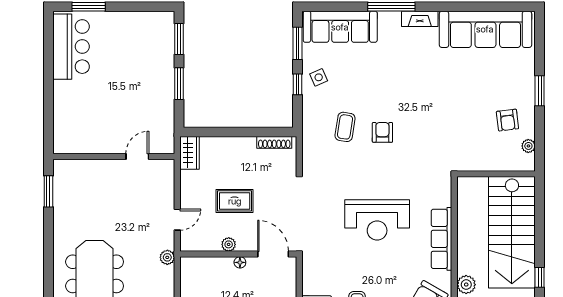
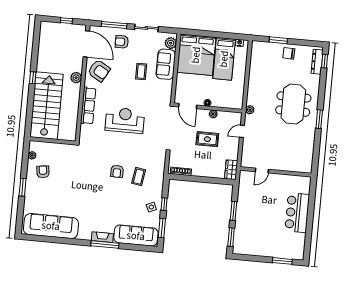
fireplace: (420, 19) -> (102, 237), moved
bar counter: (71, 47) -> (297, 213), moved
window: (48, 191) -> (319, 119), moved

